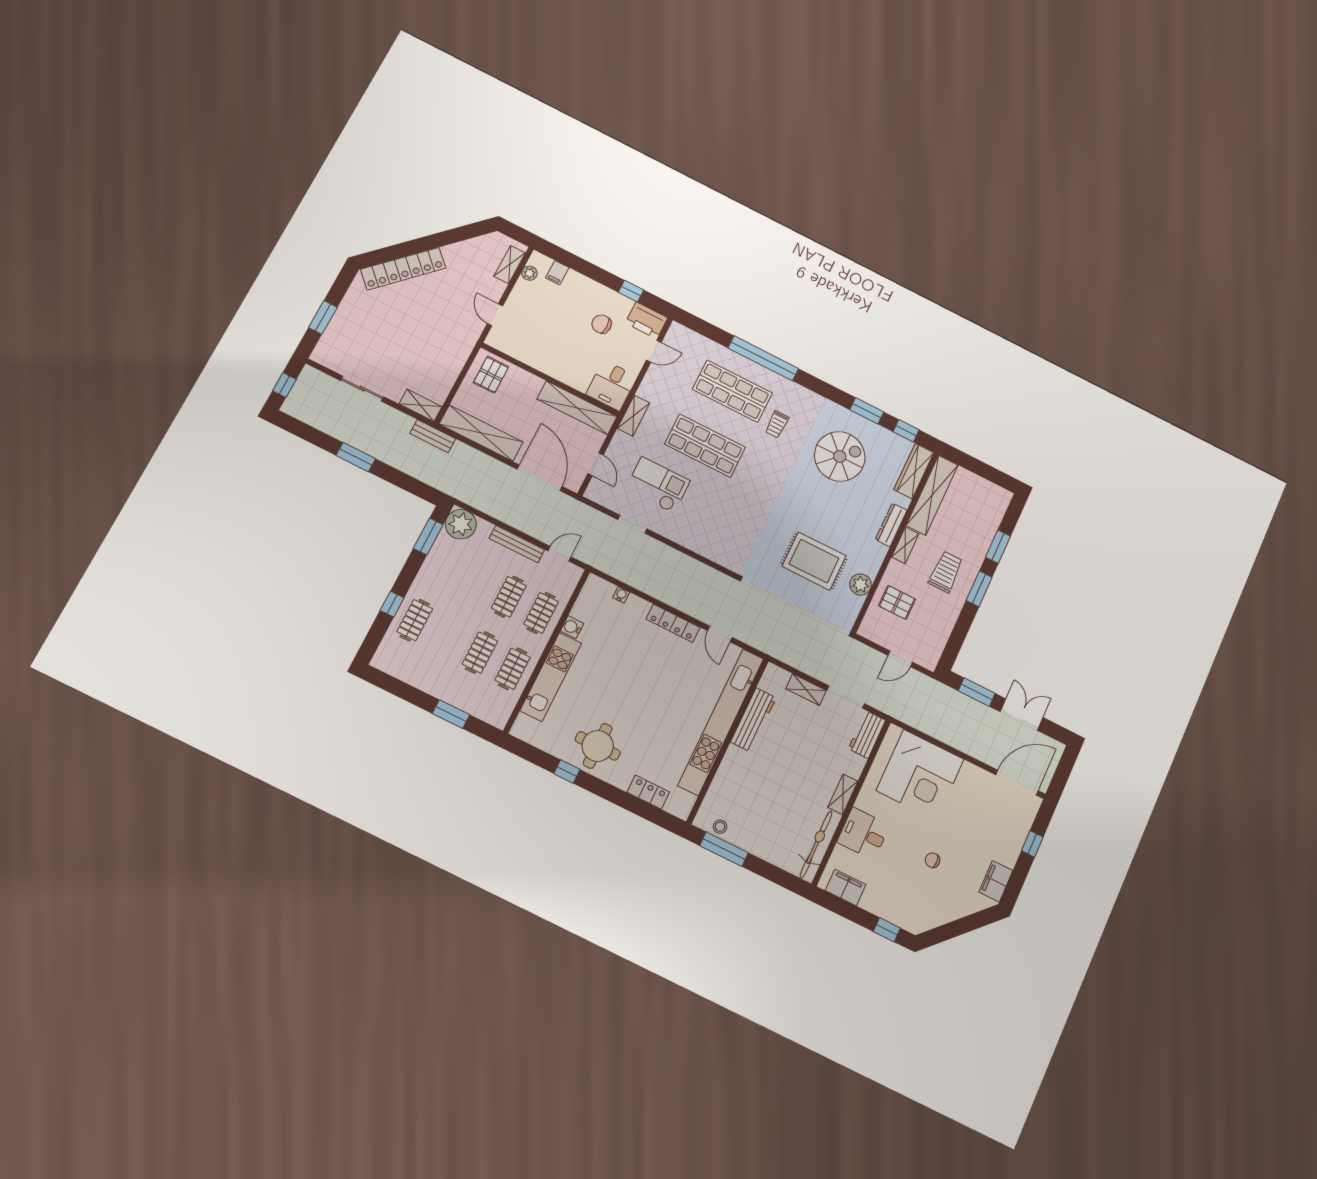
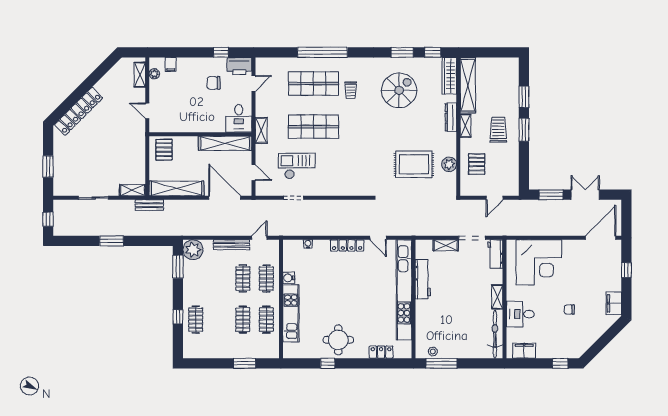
pallet: (897, 602) -> (477, 164), turned 90

